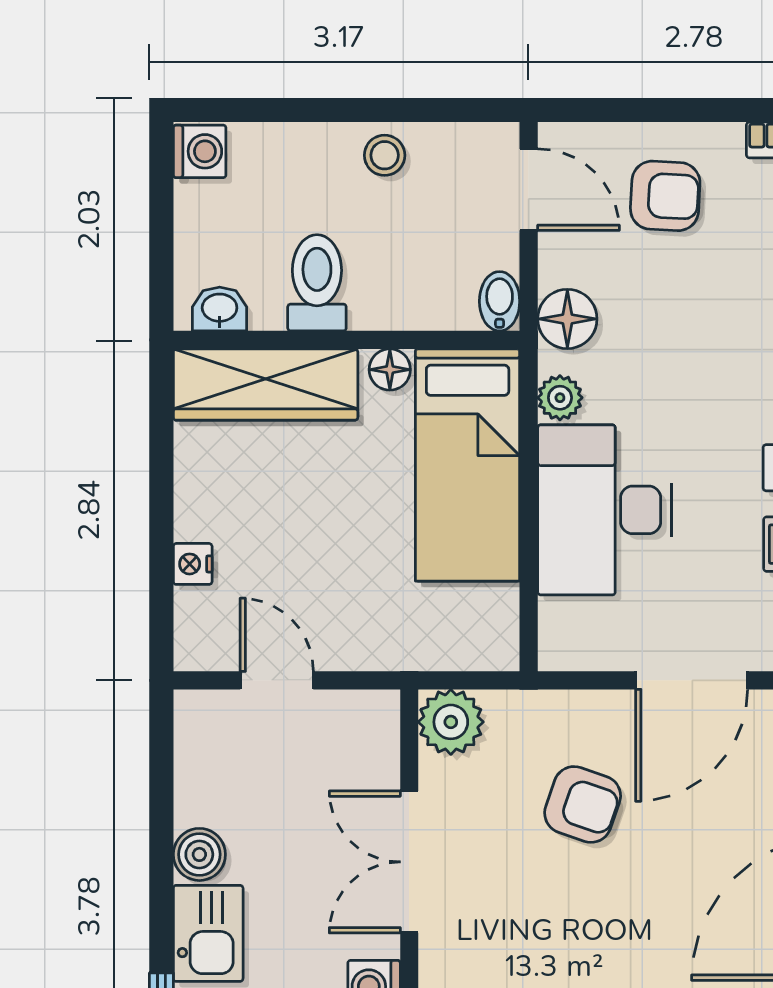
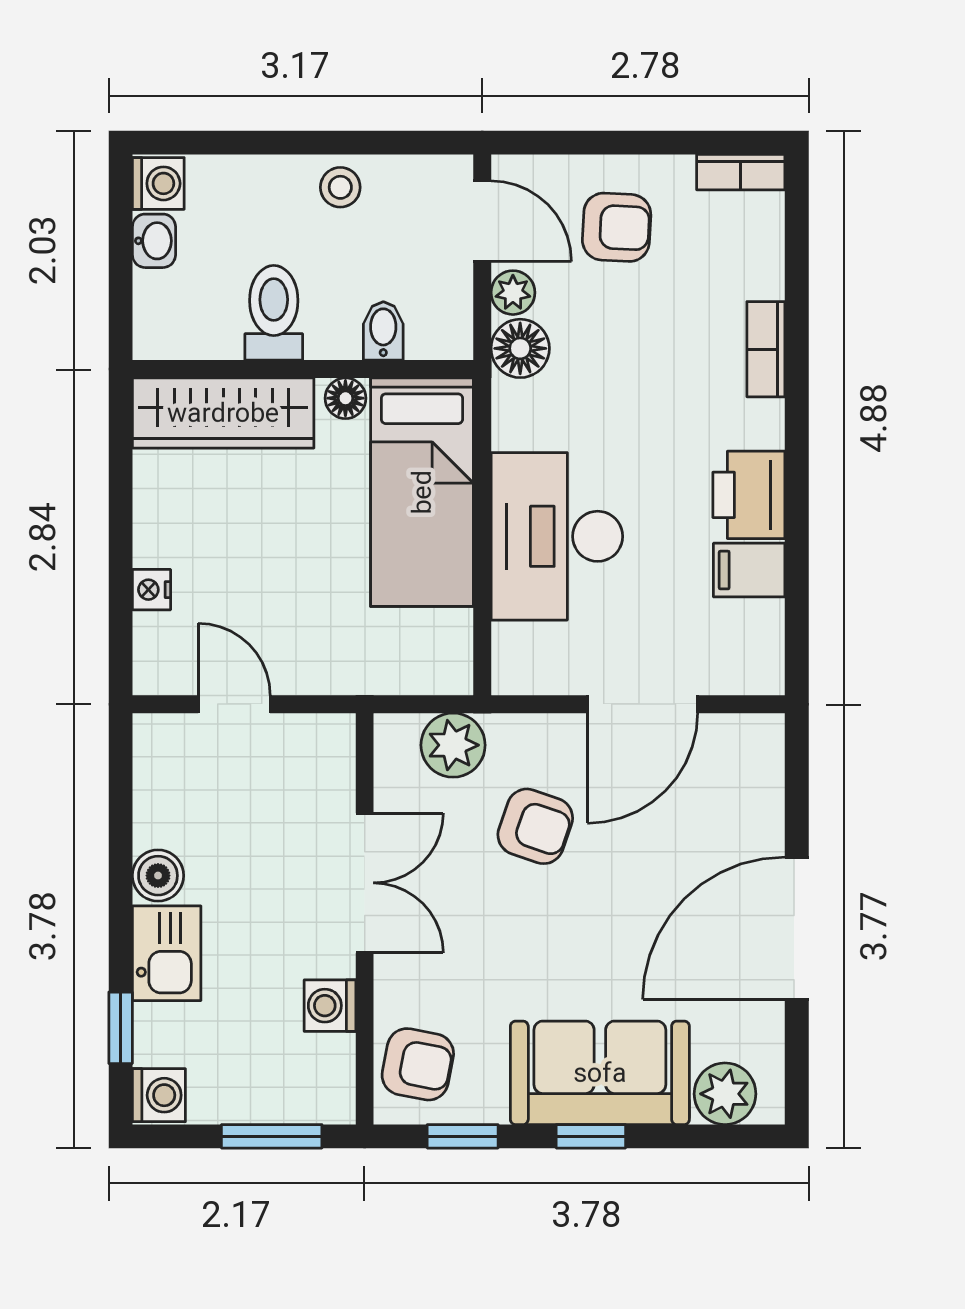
bidet: (500, 301) -> (383, 331), moved
washbasin: (220, 309) -> (154, 241), moved, turned 90
plant: (560, 398) -> (513, 293), moved
plant: (451, 722) -> (453, 745), moved
double door: (409, 862) -> (365, 883), swing flipped

